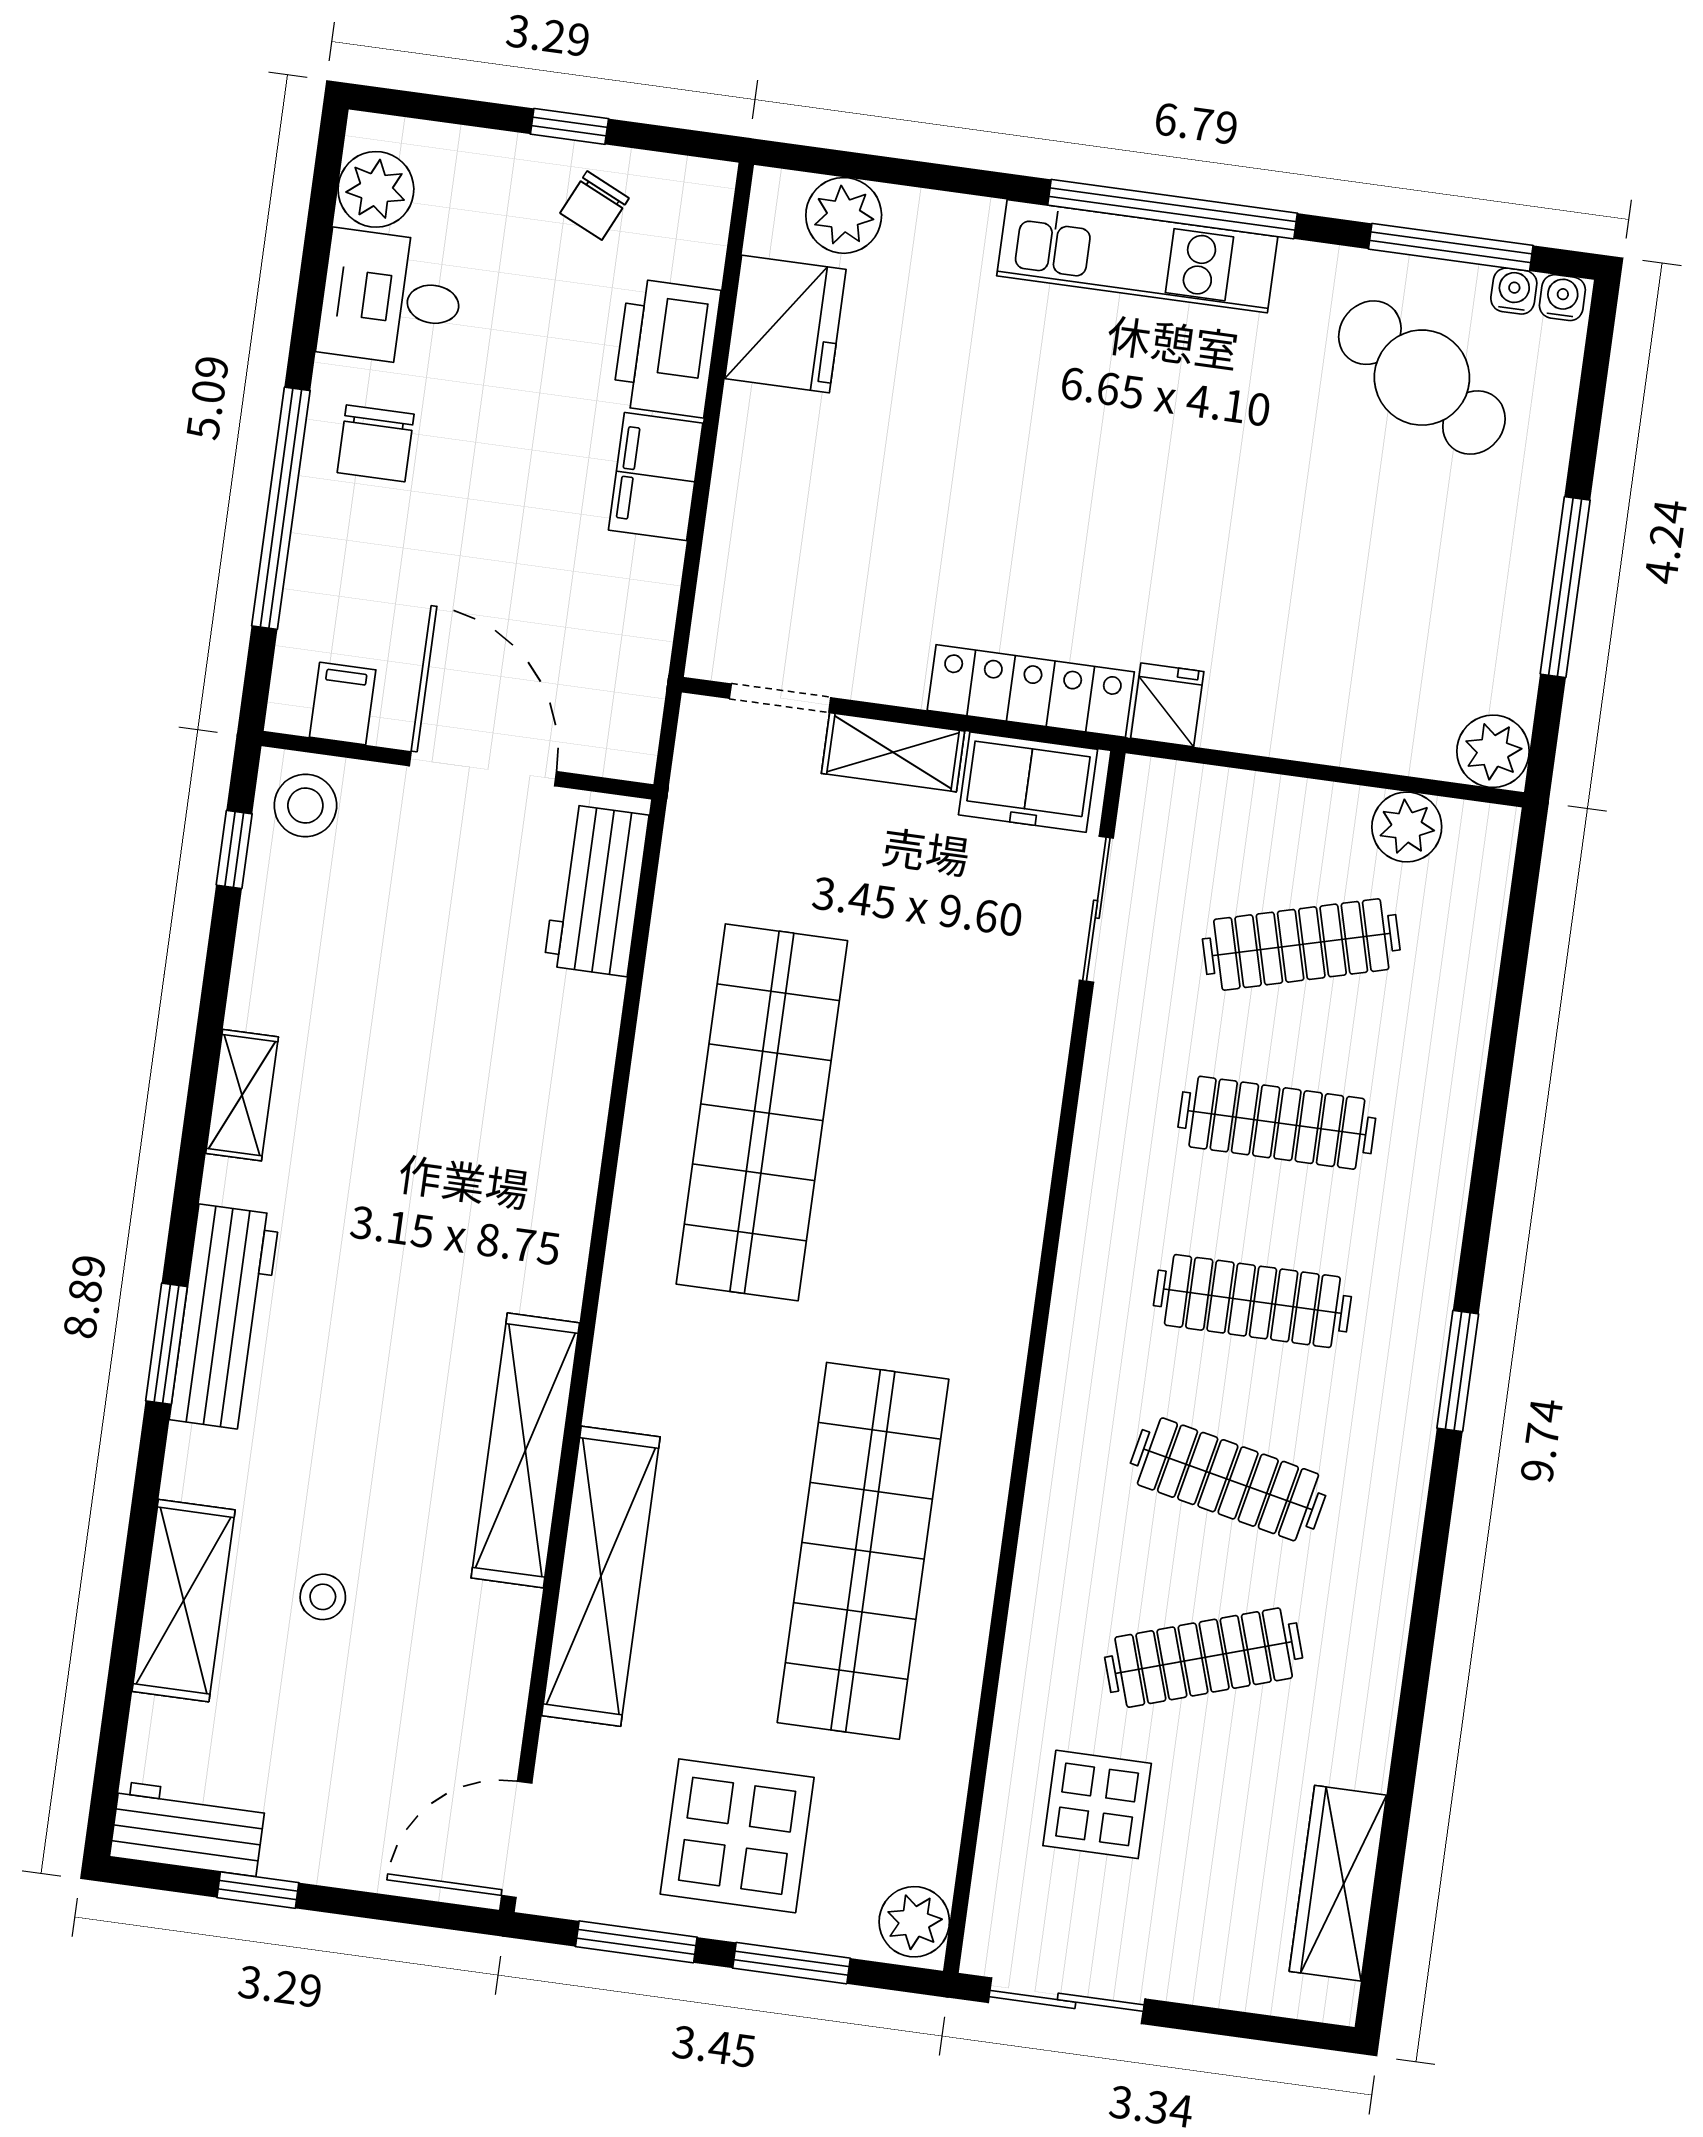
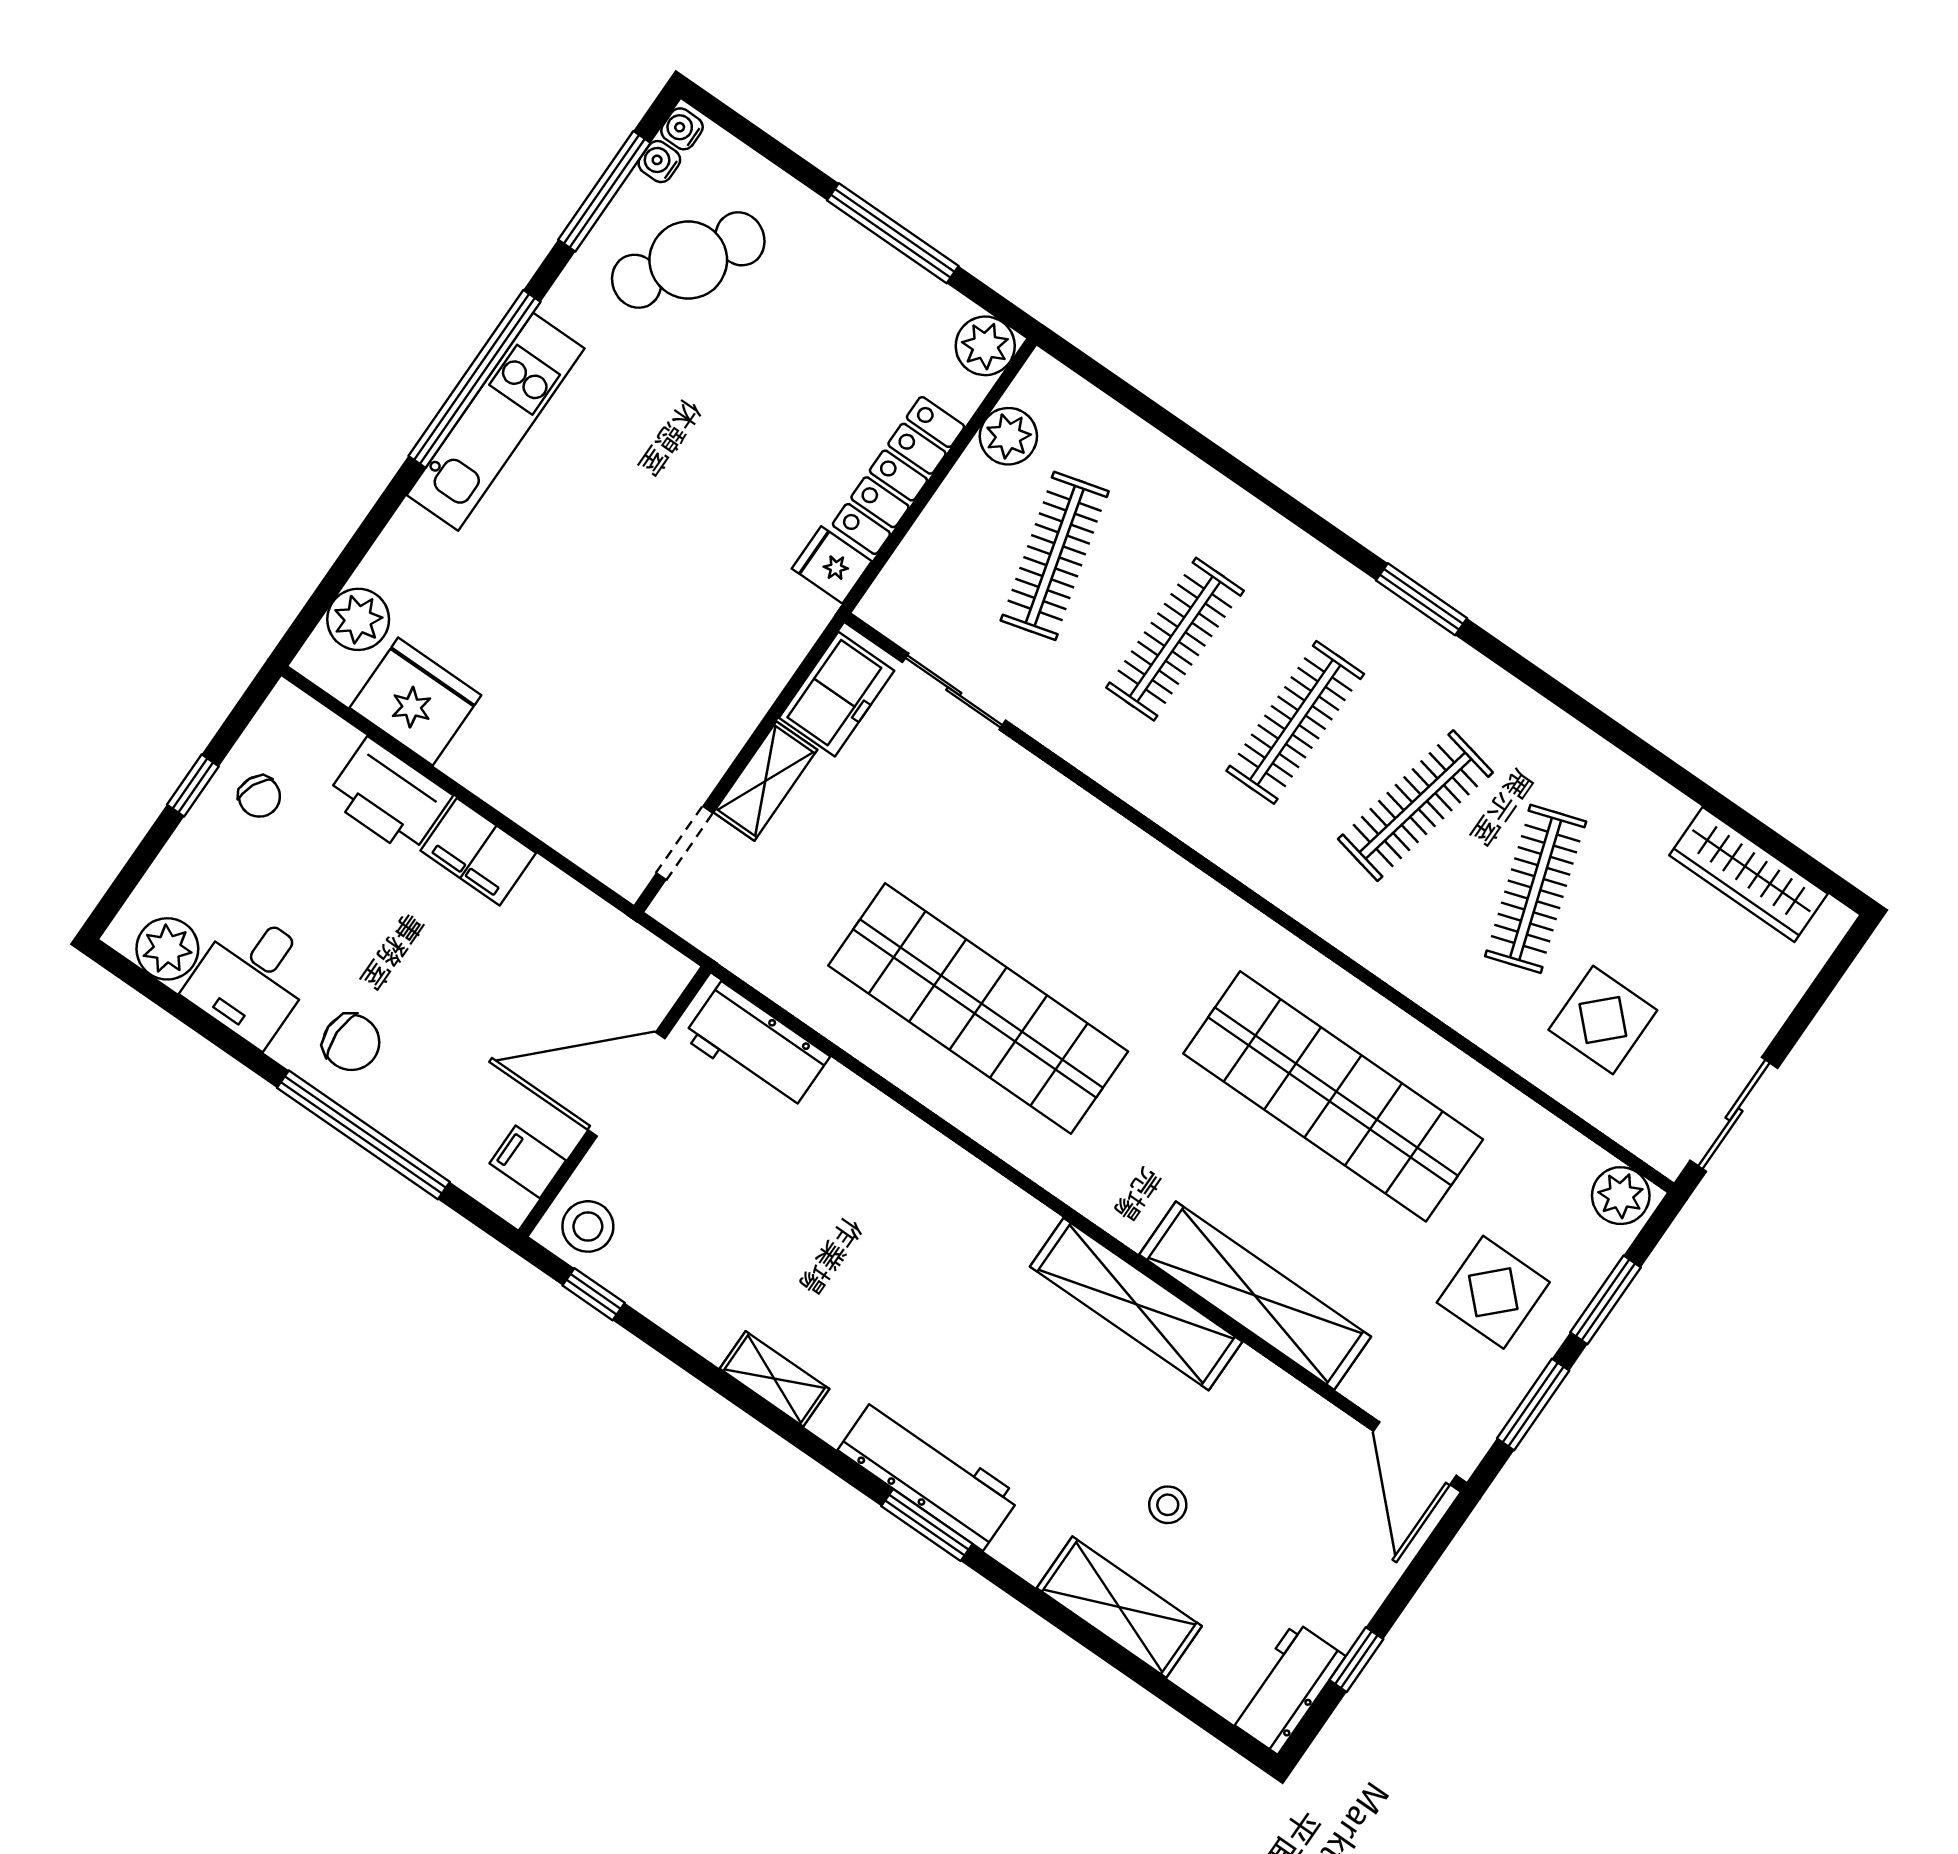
locker: (1031, 691) -> (898, 476), moved
display table: (737, 1836) -> (1493, 1292), width x0.73, depth x0.73

